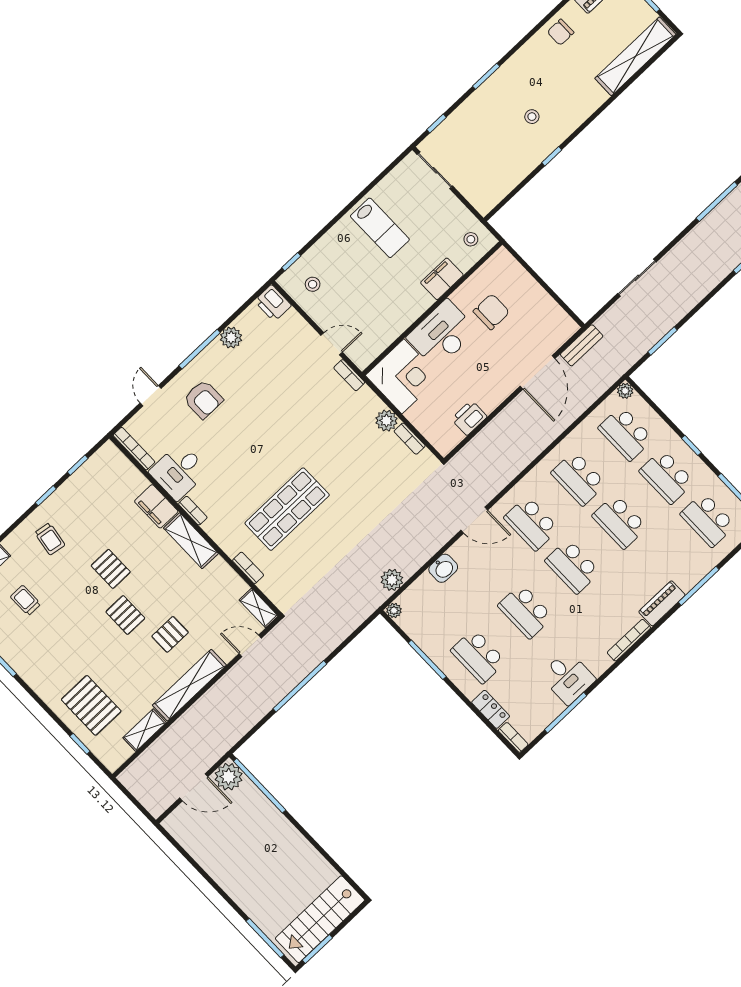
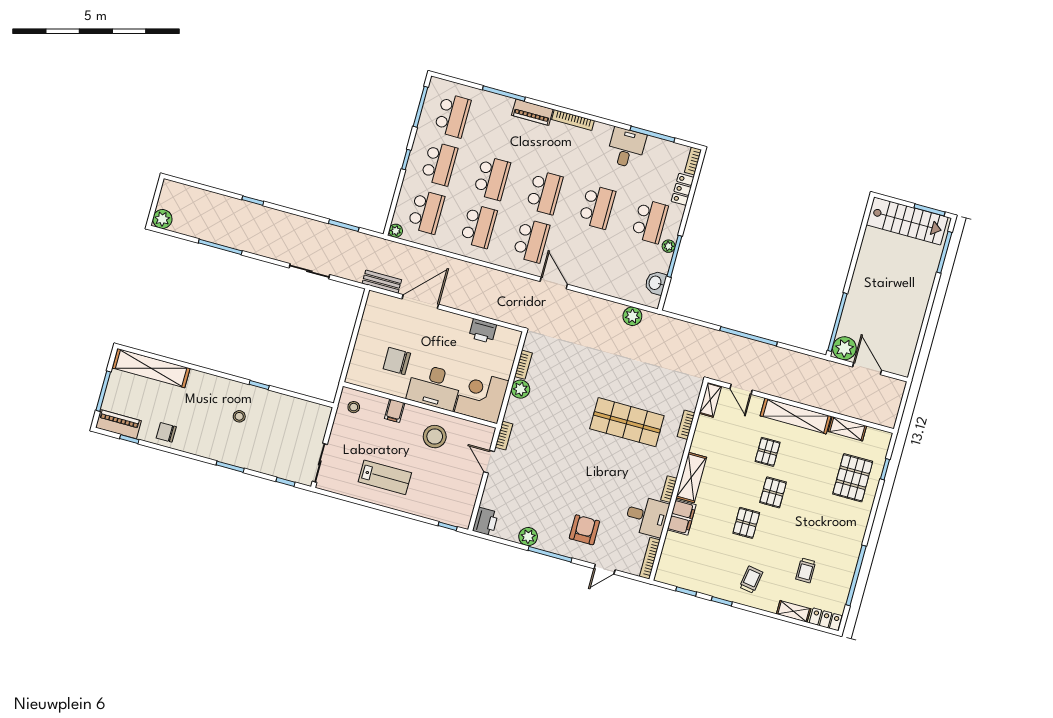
chair: (561, 32) -> (166, 432), turned 180
lab bench: (380, 228) -> (385, 477), turned 90
filing cabinet: (442, 279) -> (395, 411), width x0.50
stool: (313, 284) -> (435, 437), moved, width x1.89, depth x1.89
washbasin: (443, 568) -> (656, 283), moved, turned -90
plant: (394, 610) -> (669, 246), moved
pallet: (170, 634) -> (768, 452), turned 90

